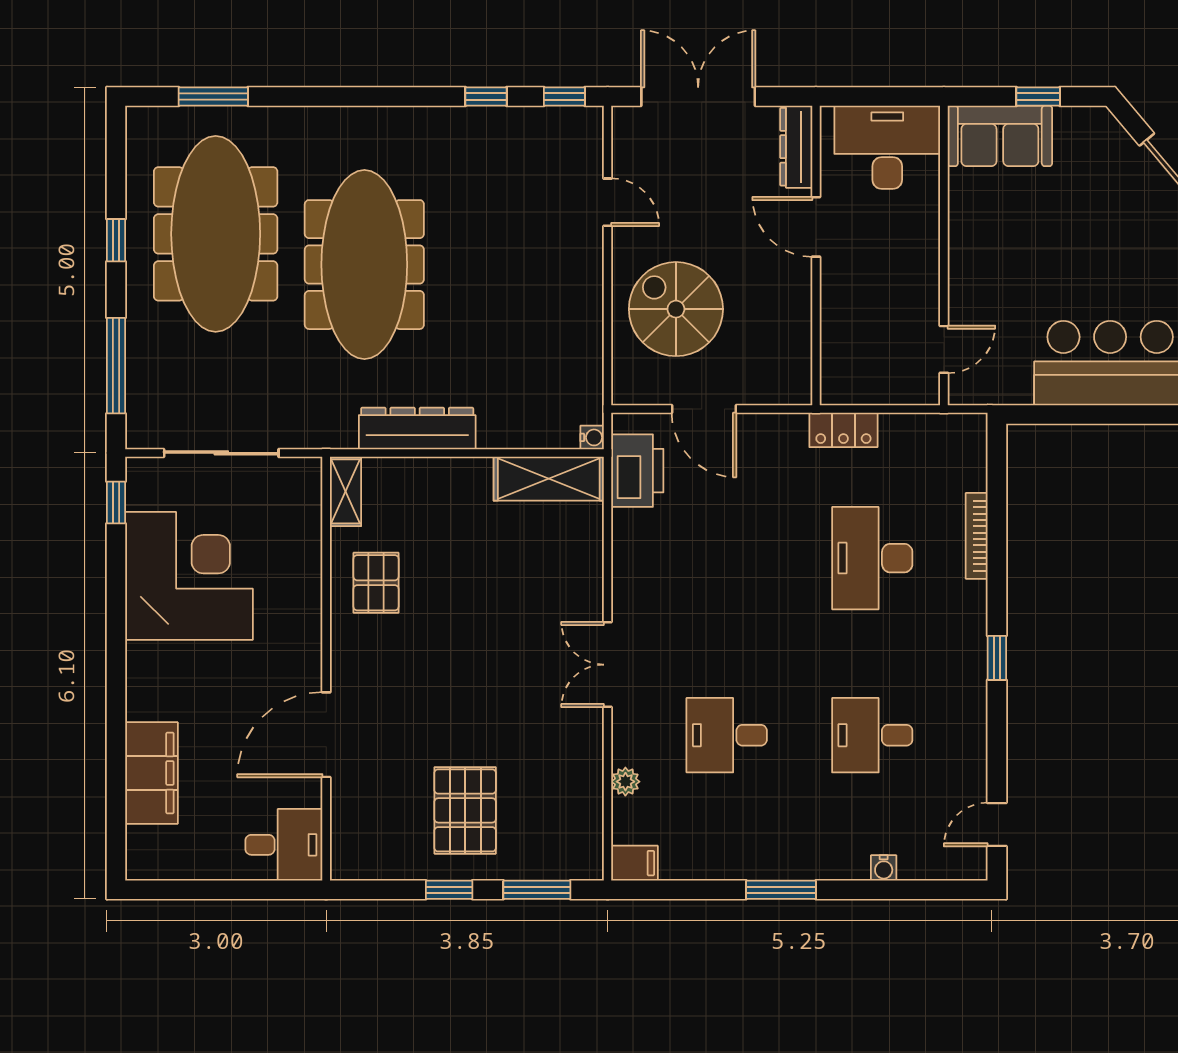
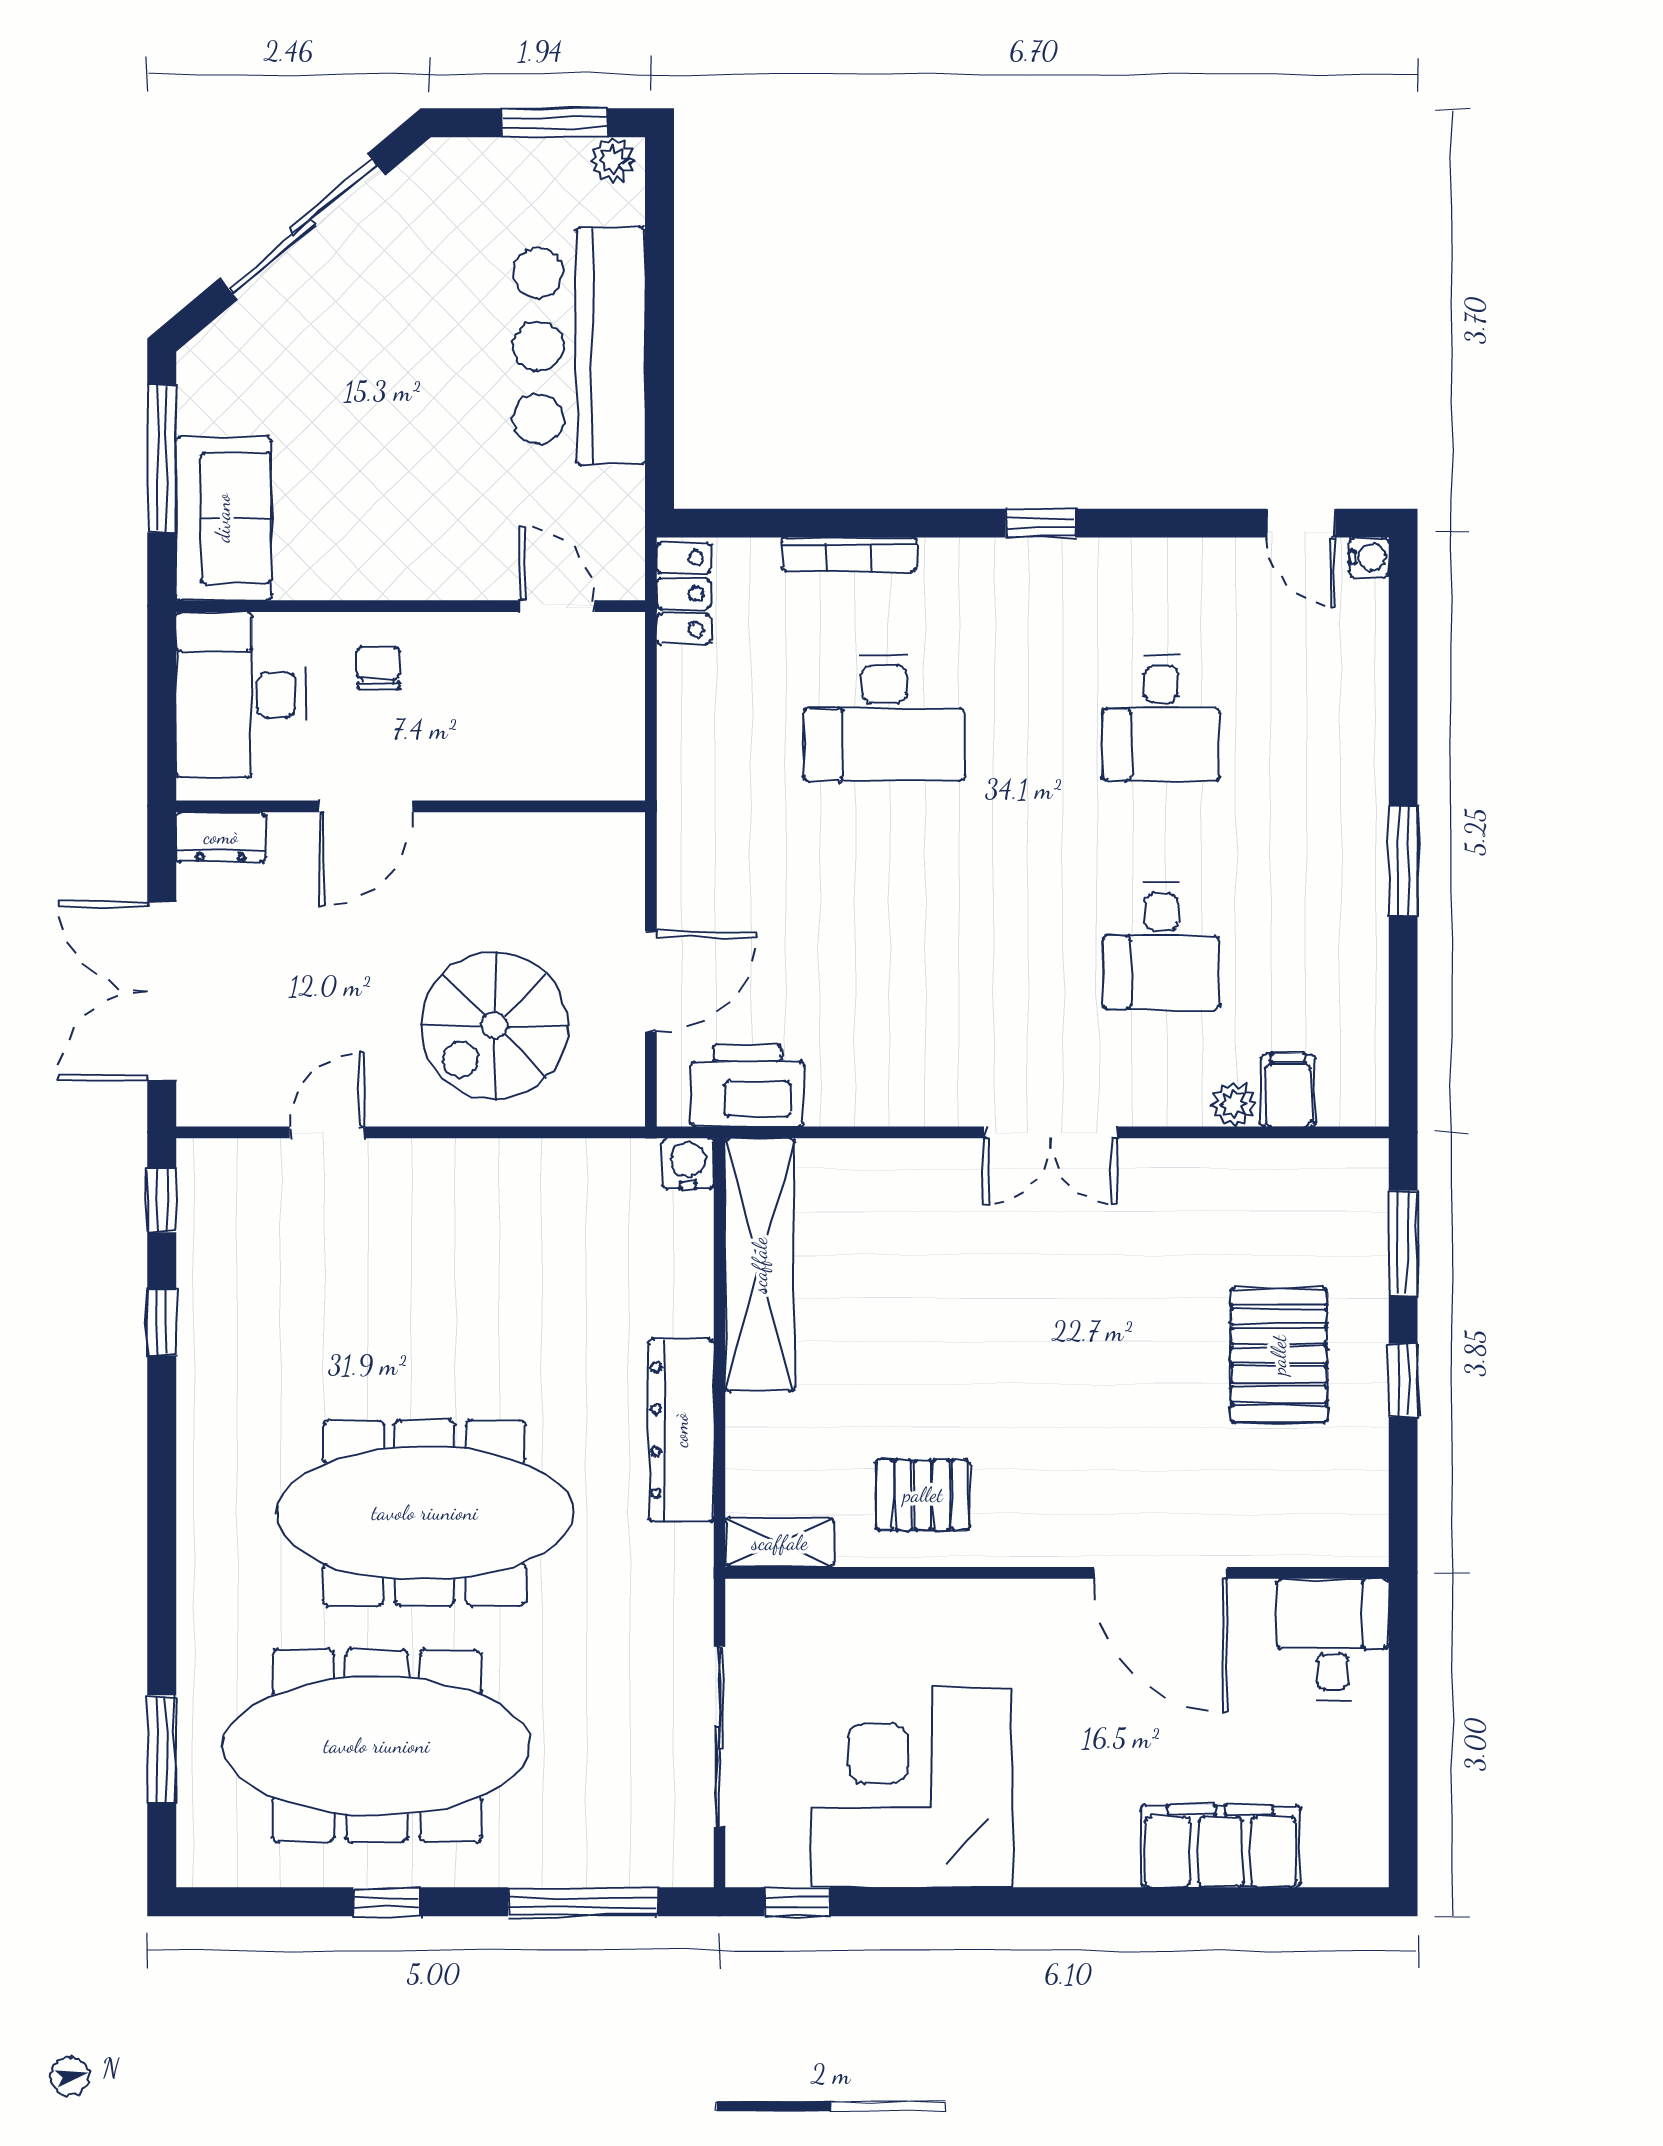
window: (1038, 97) -> (162, 459), width x2.17
dresser: (796, 147) -> (221, 837), width x0.70
chair: (904, 235) -> (378, 668), added
locker: (843, 430) -> (684, 594), moved
water cooler: (592, 437) -> (688, 1164), width x1.38, depth x1.38
shelving: (549, 479) -> (760, 1265), width x1.47
pallet: (465, 810) -> (1279, 1355), turned 90
filing cabinet: (635, 863) -> (1288, 1090), moved
water cooler: (884, 868) -> (1369, 557), moved

